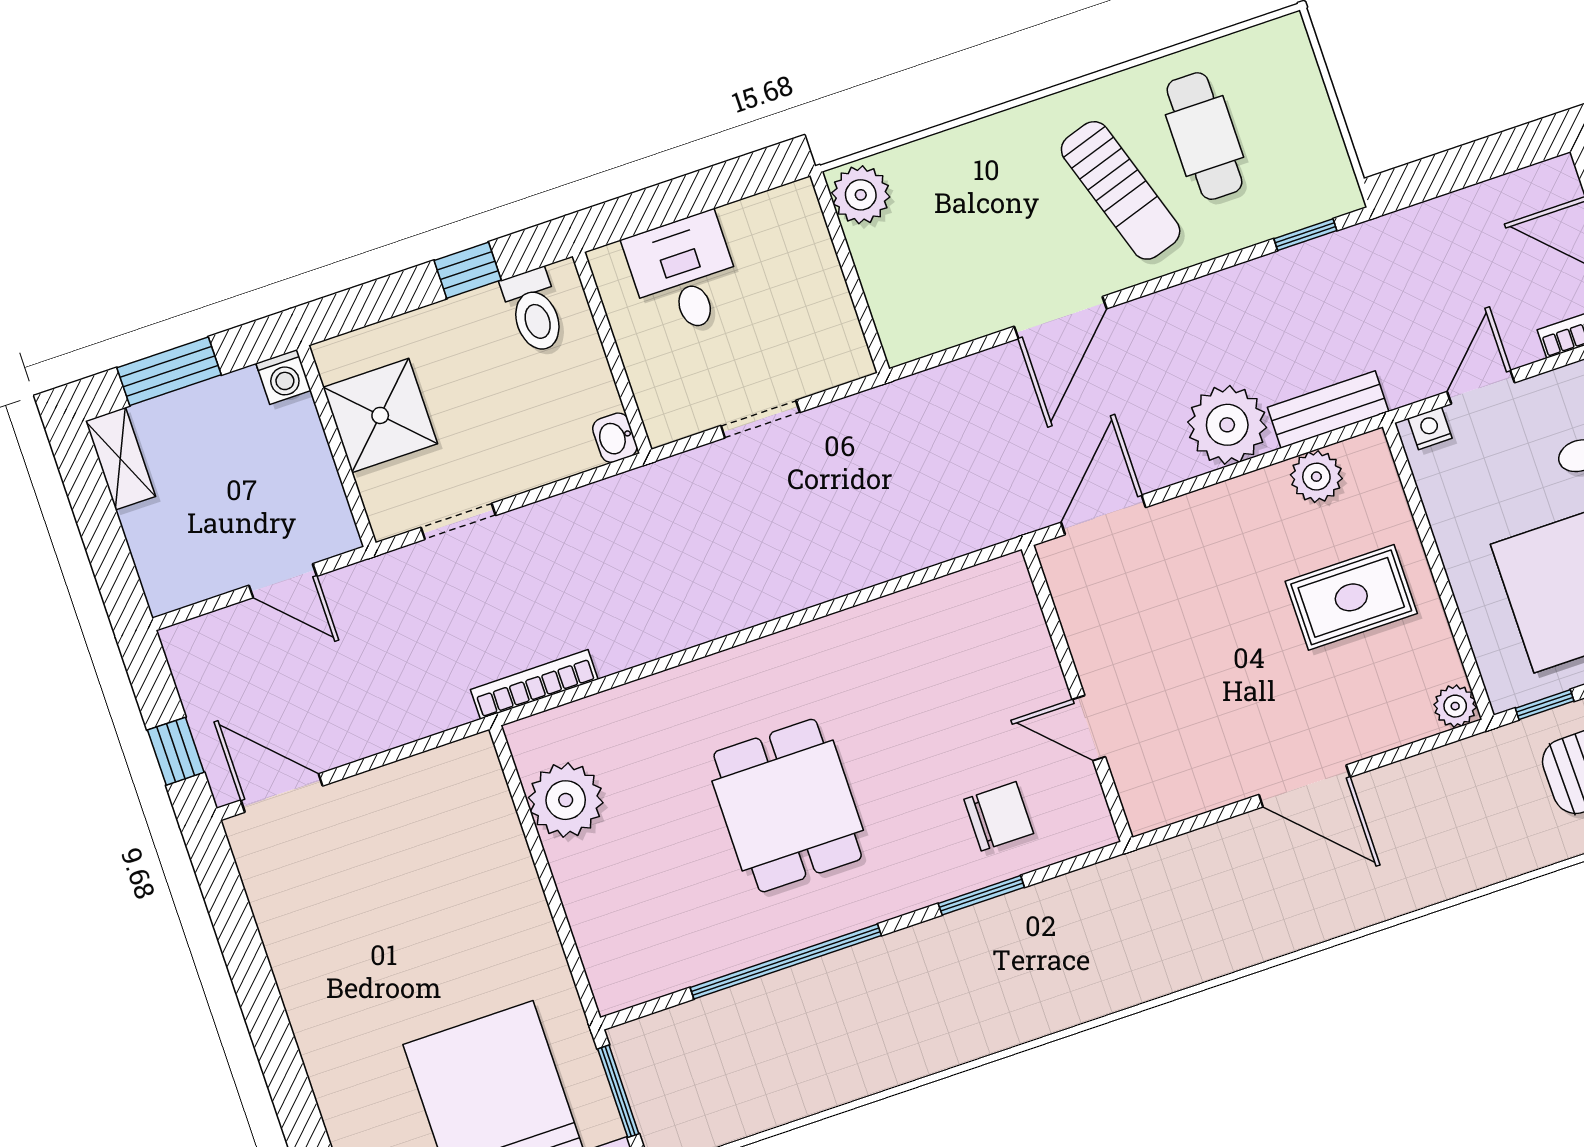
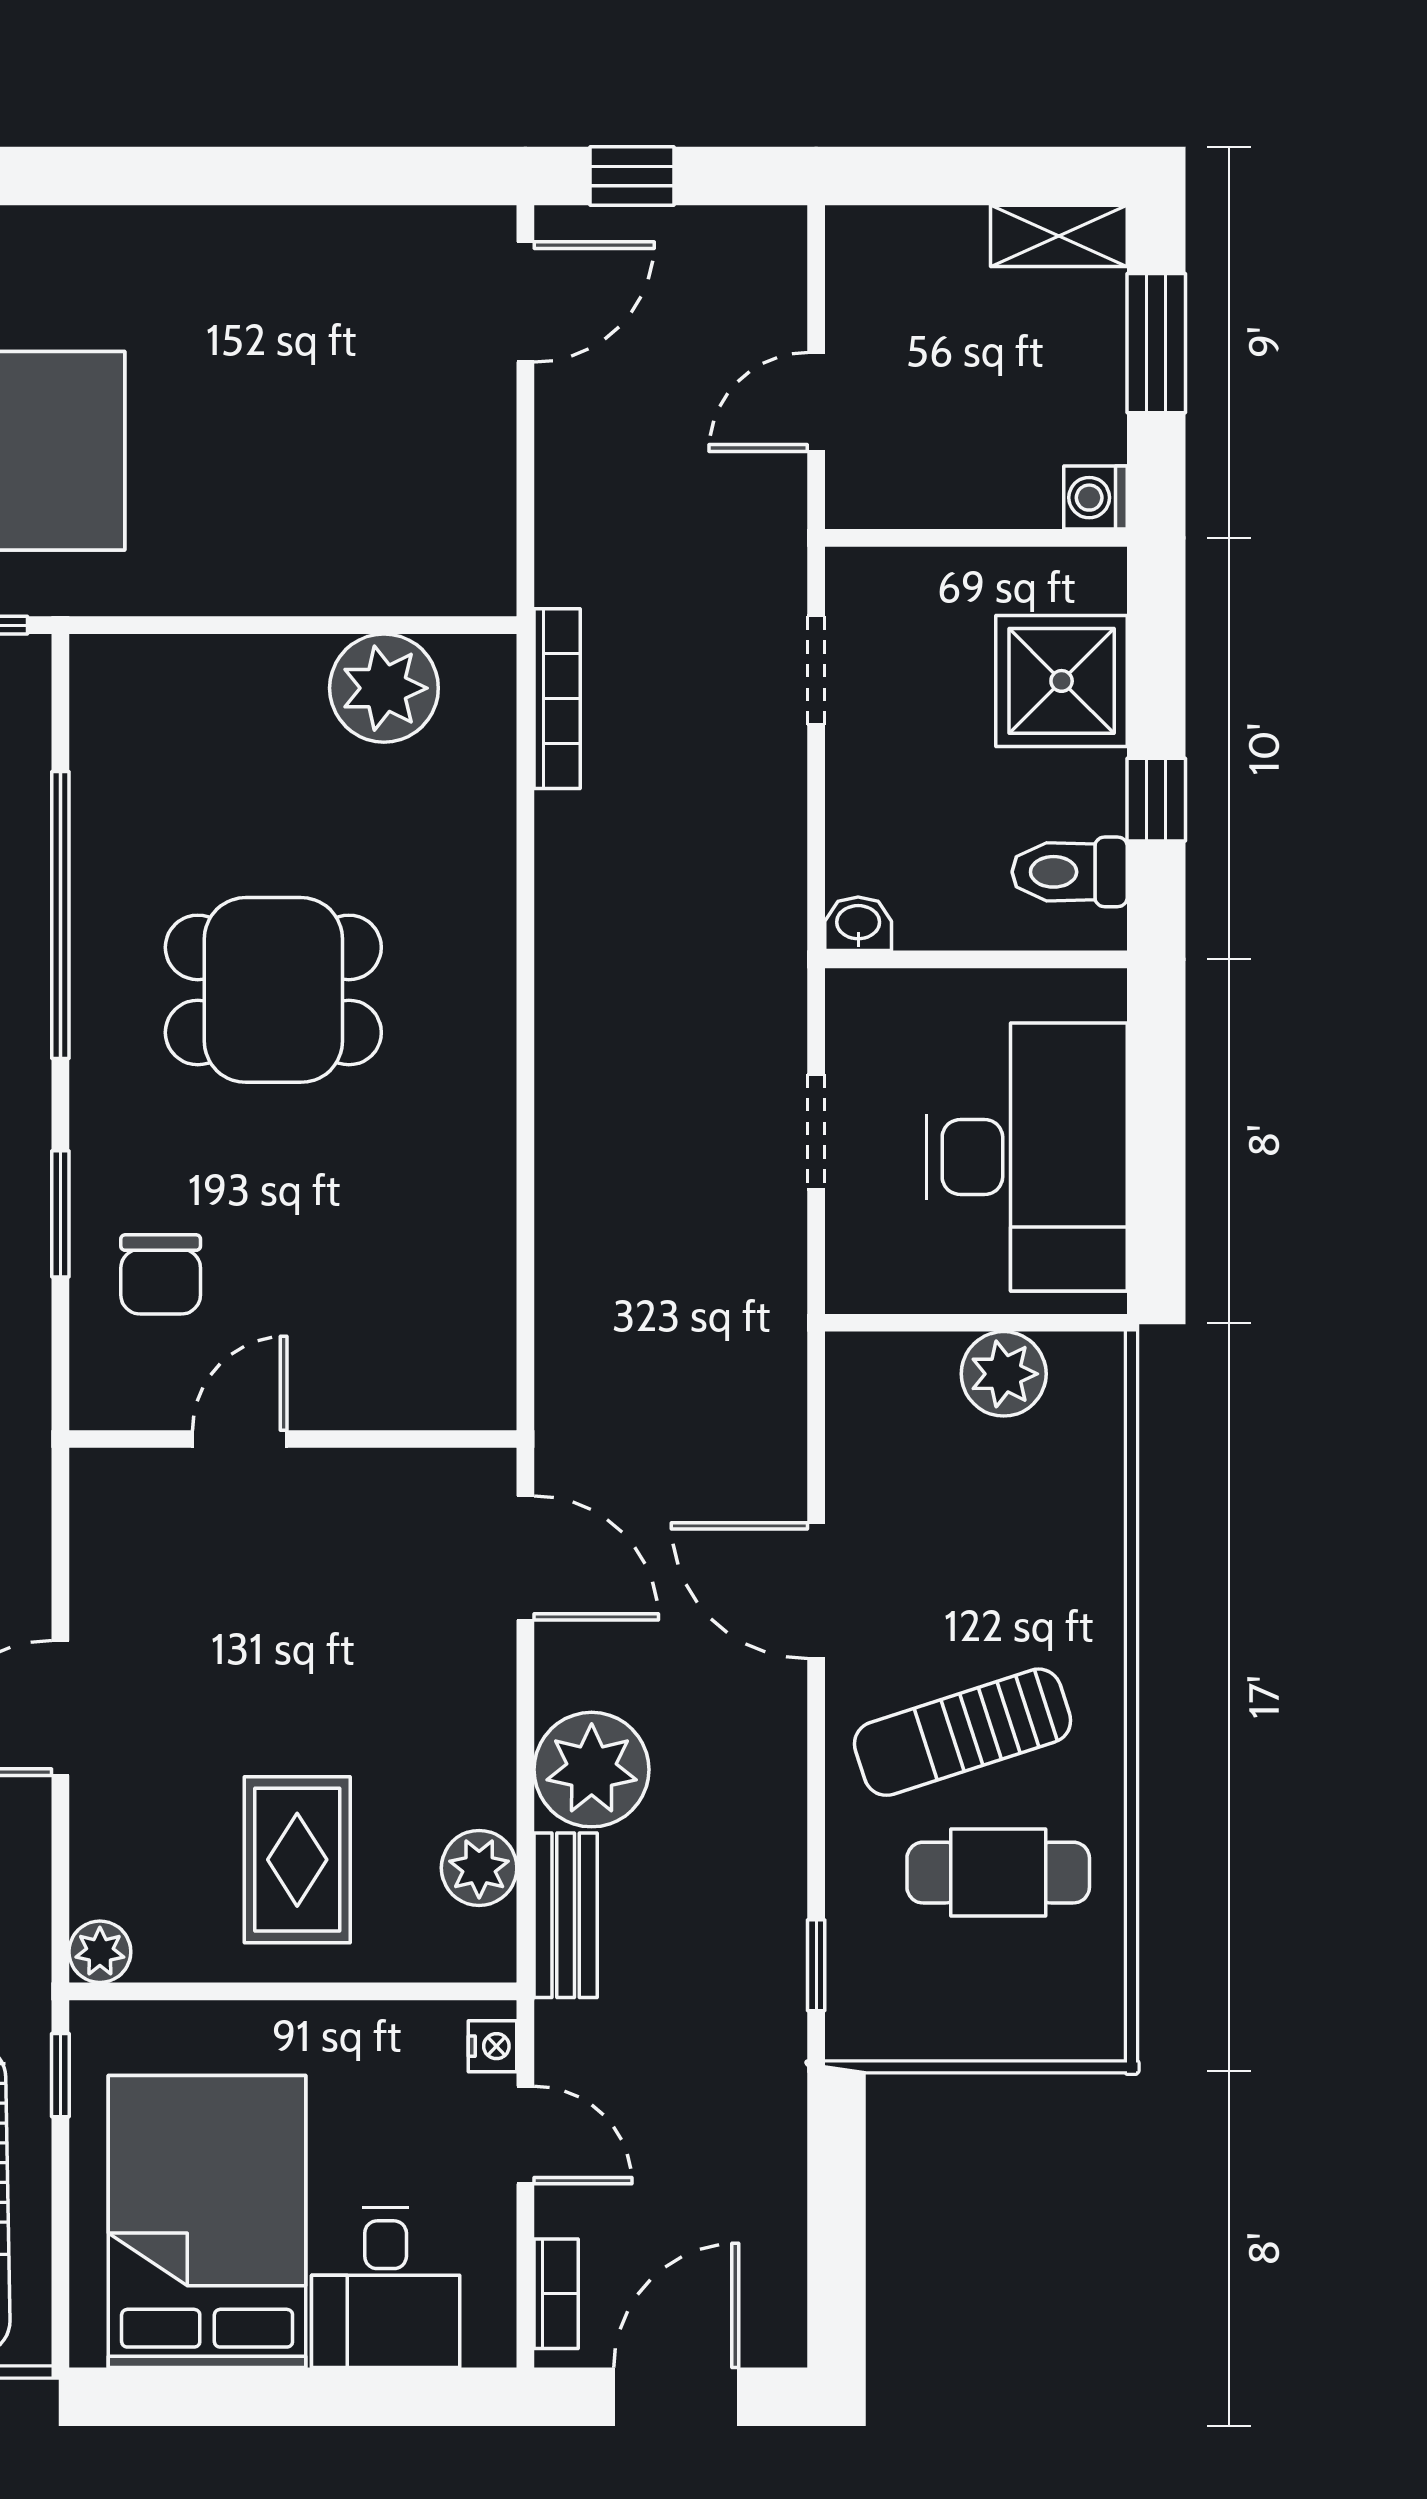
plant: (861, 195) -> (1004, 1374), moved
desk: (684, 275) -> (1027, 1157), width x1.87, depth x1.30
shower: (380, 415) -> (1062, 681), moved

